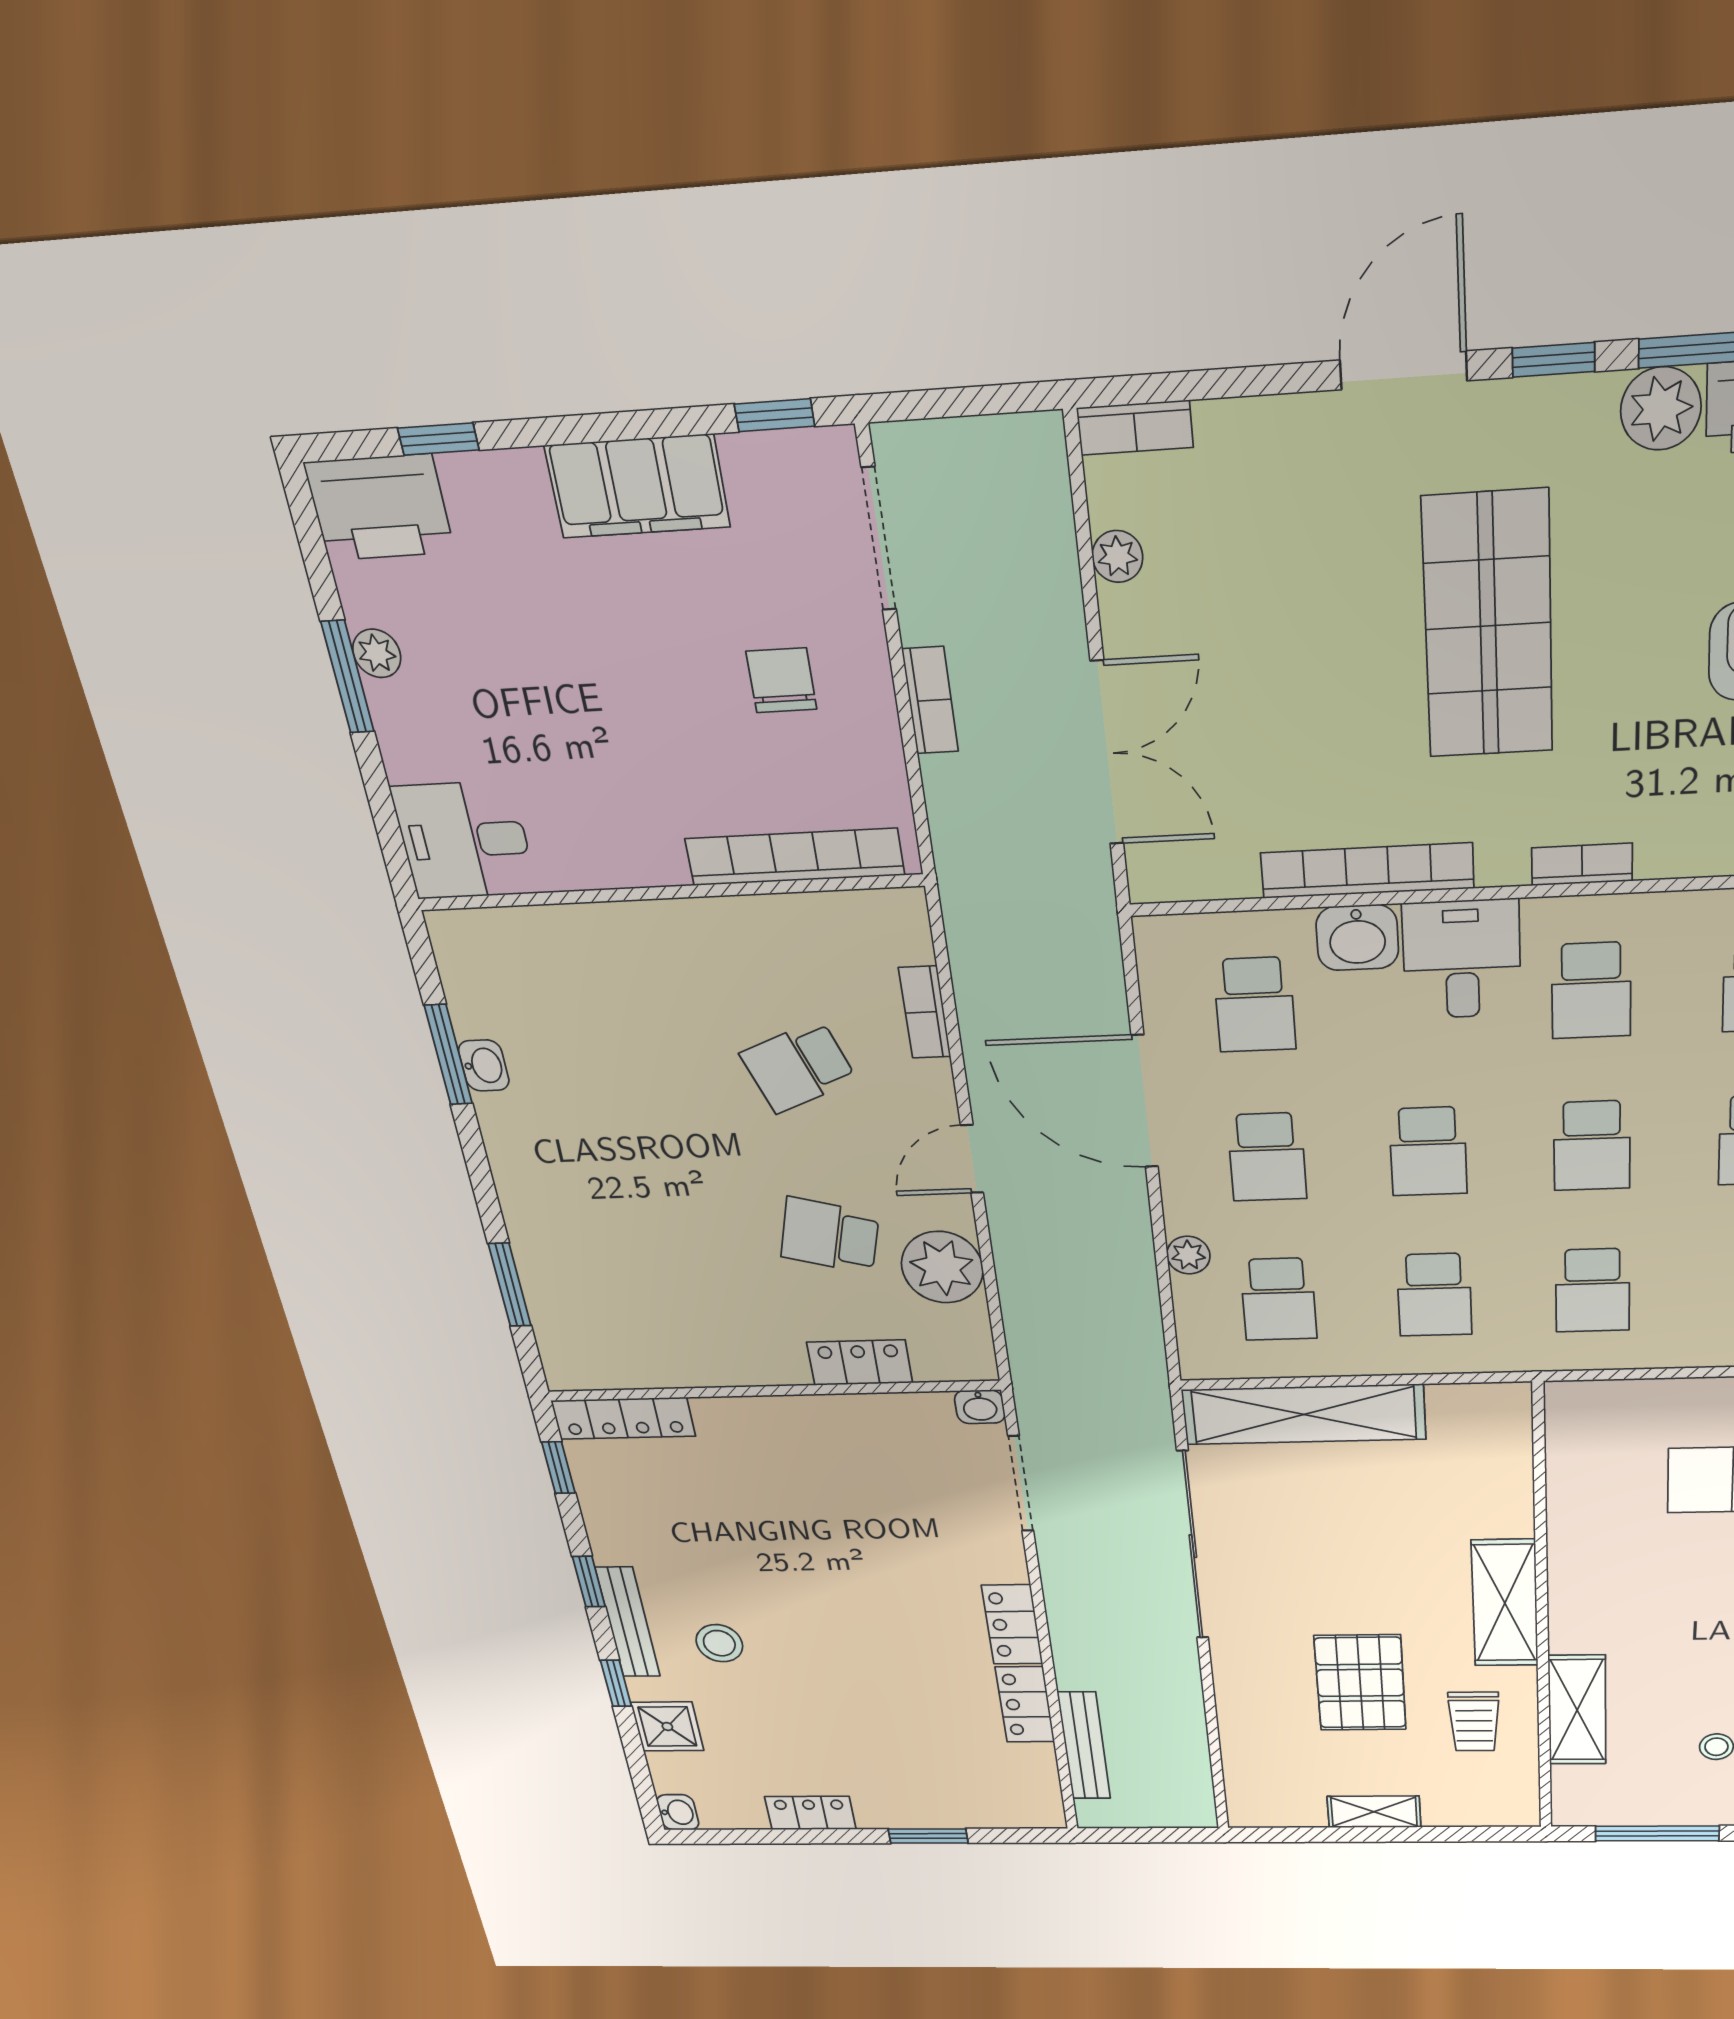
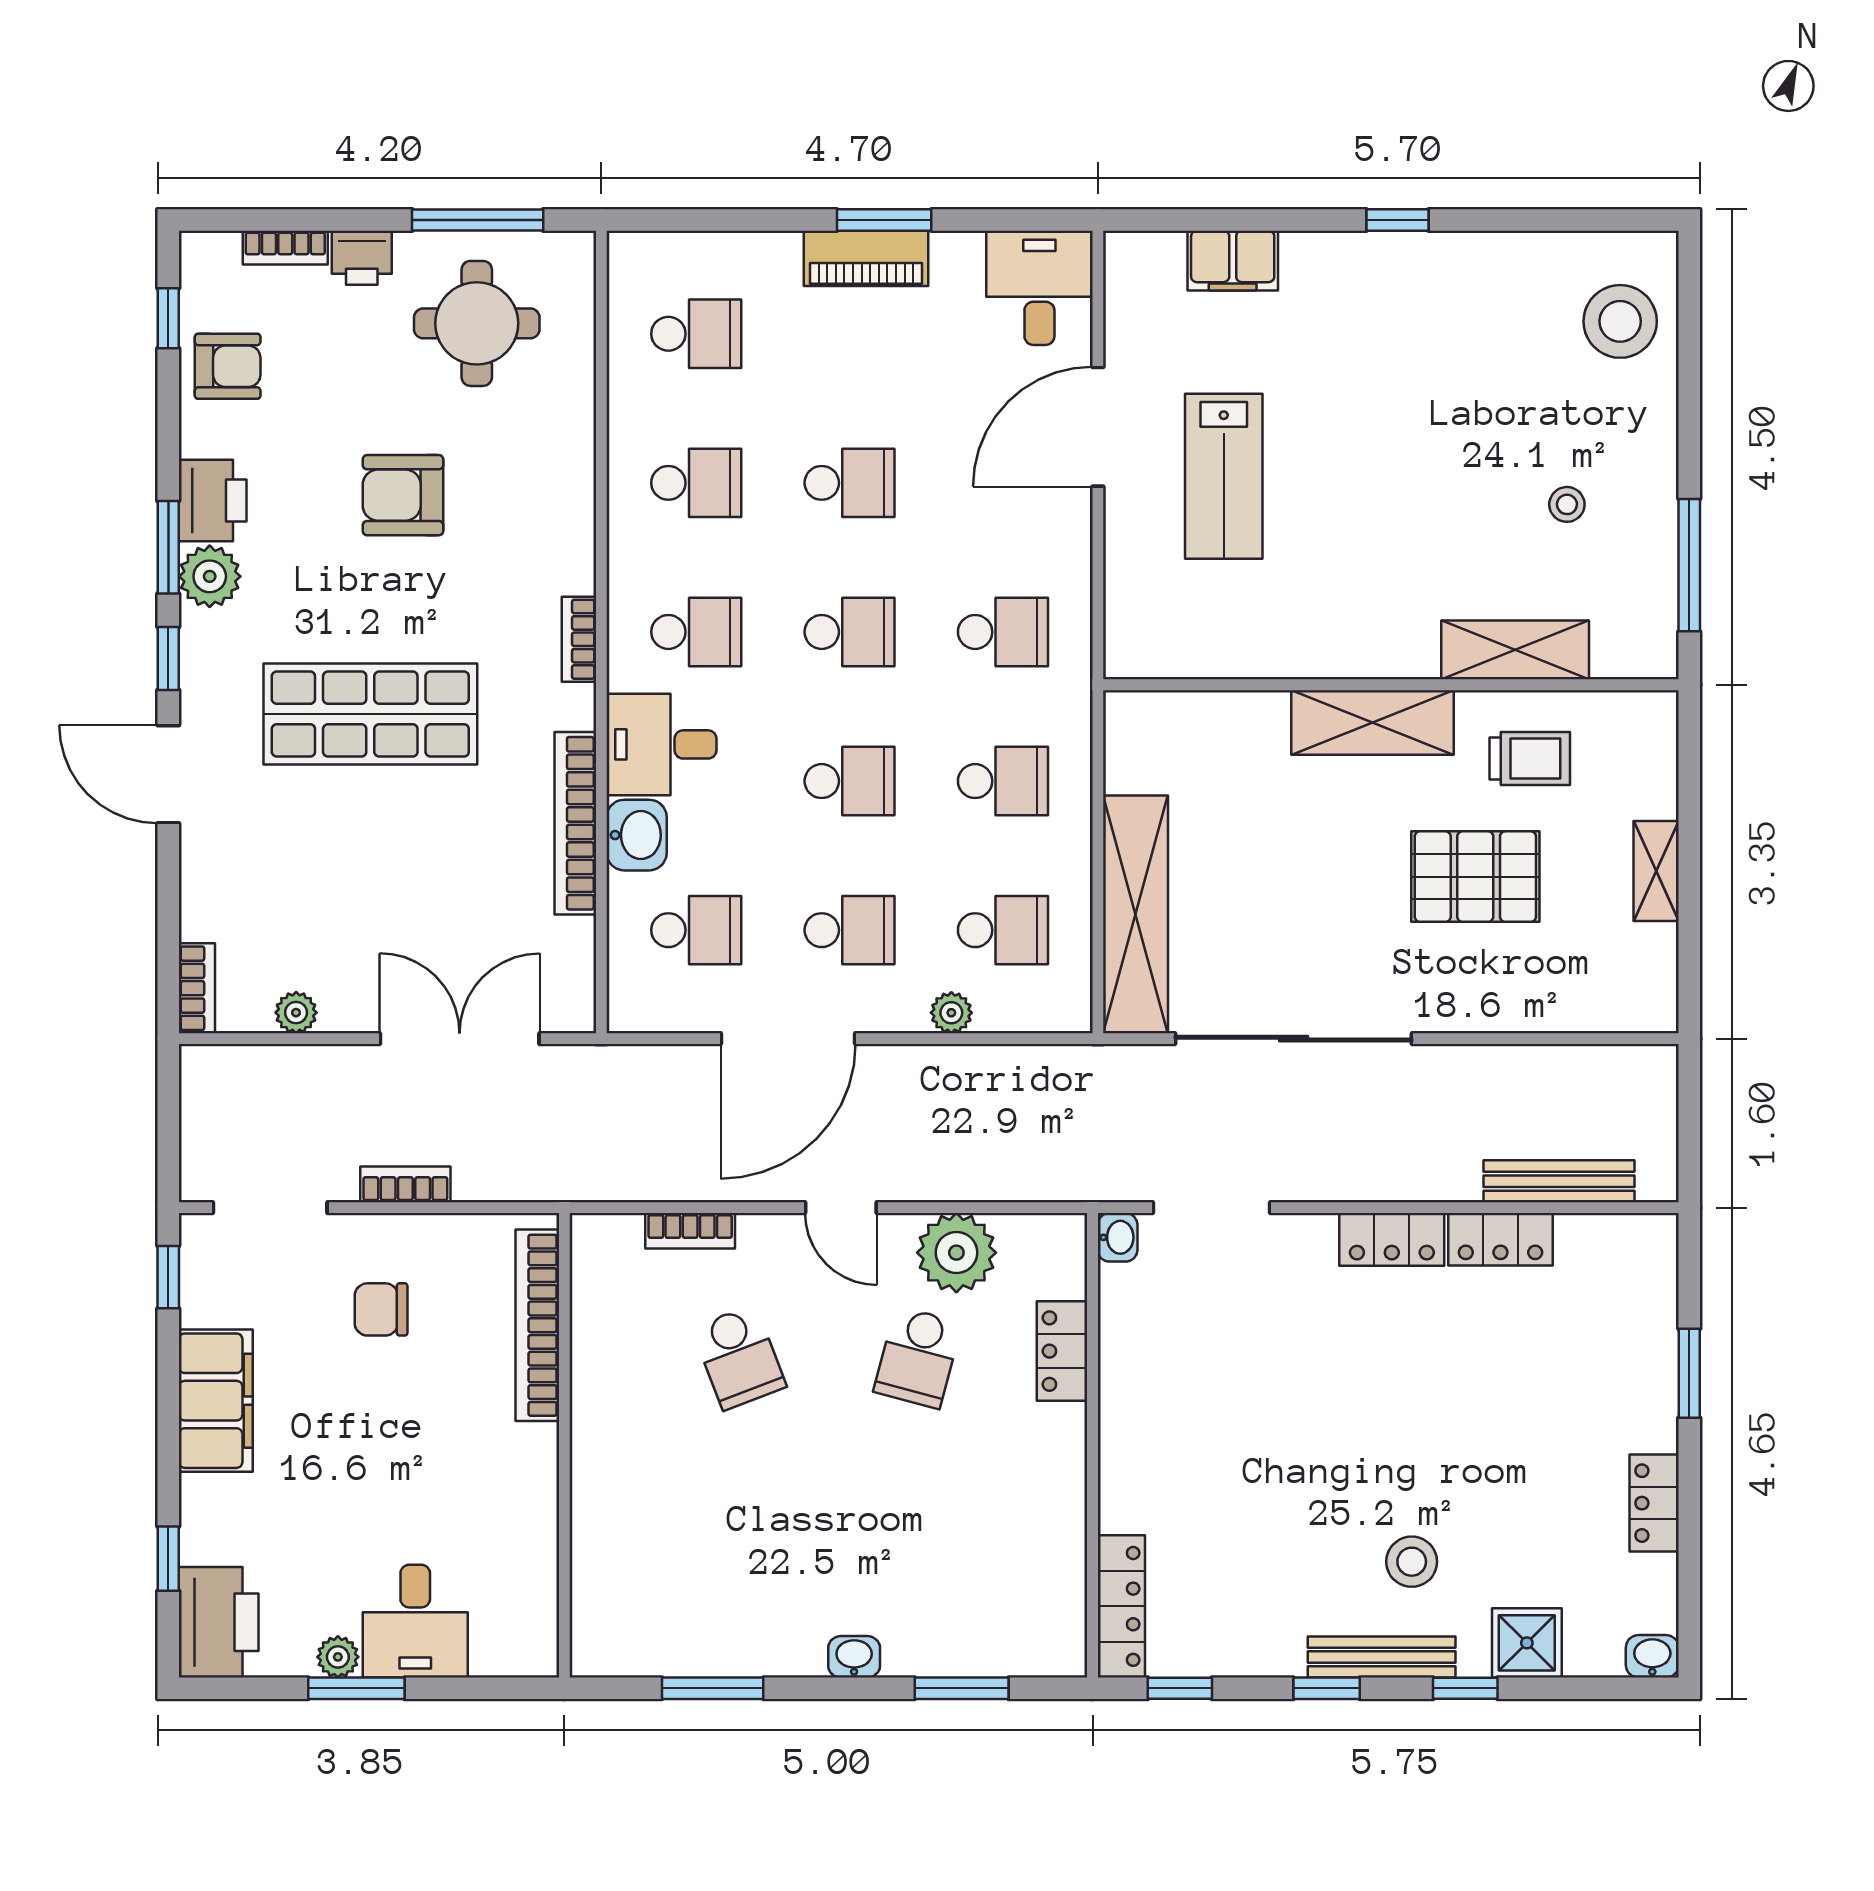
desk: (464, 840) -> (415, 1621), moved
washbasin: (484, 1066) -> (854, 1657), moved

